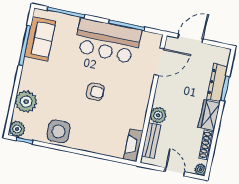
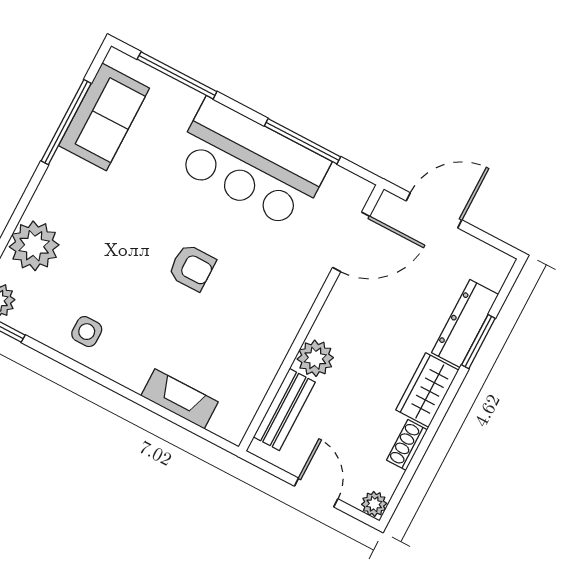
side table: (59, 131) -> (87, 332), width x0.54, depth x0.54
fireplace: (133, 145) -> (180, 399), moved, turned 90
shoe rack: (206, 145) -> (407, 445), width x0.70

